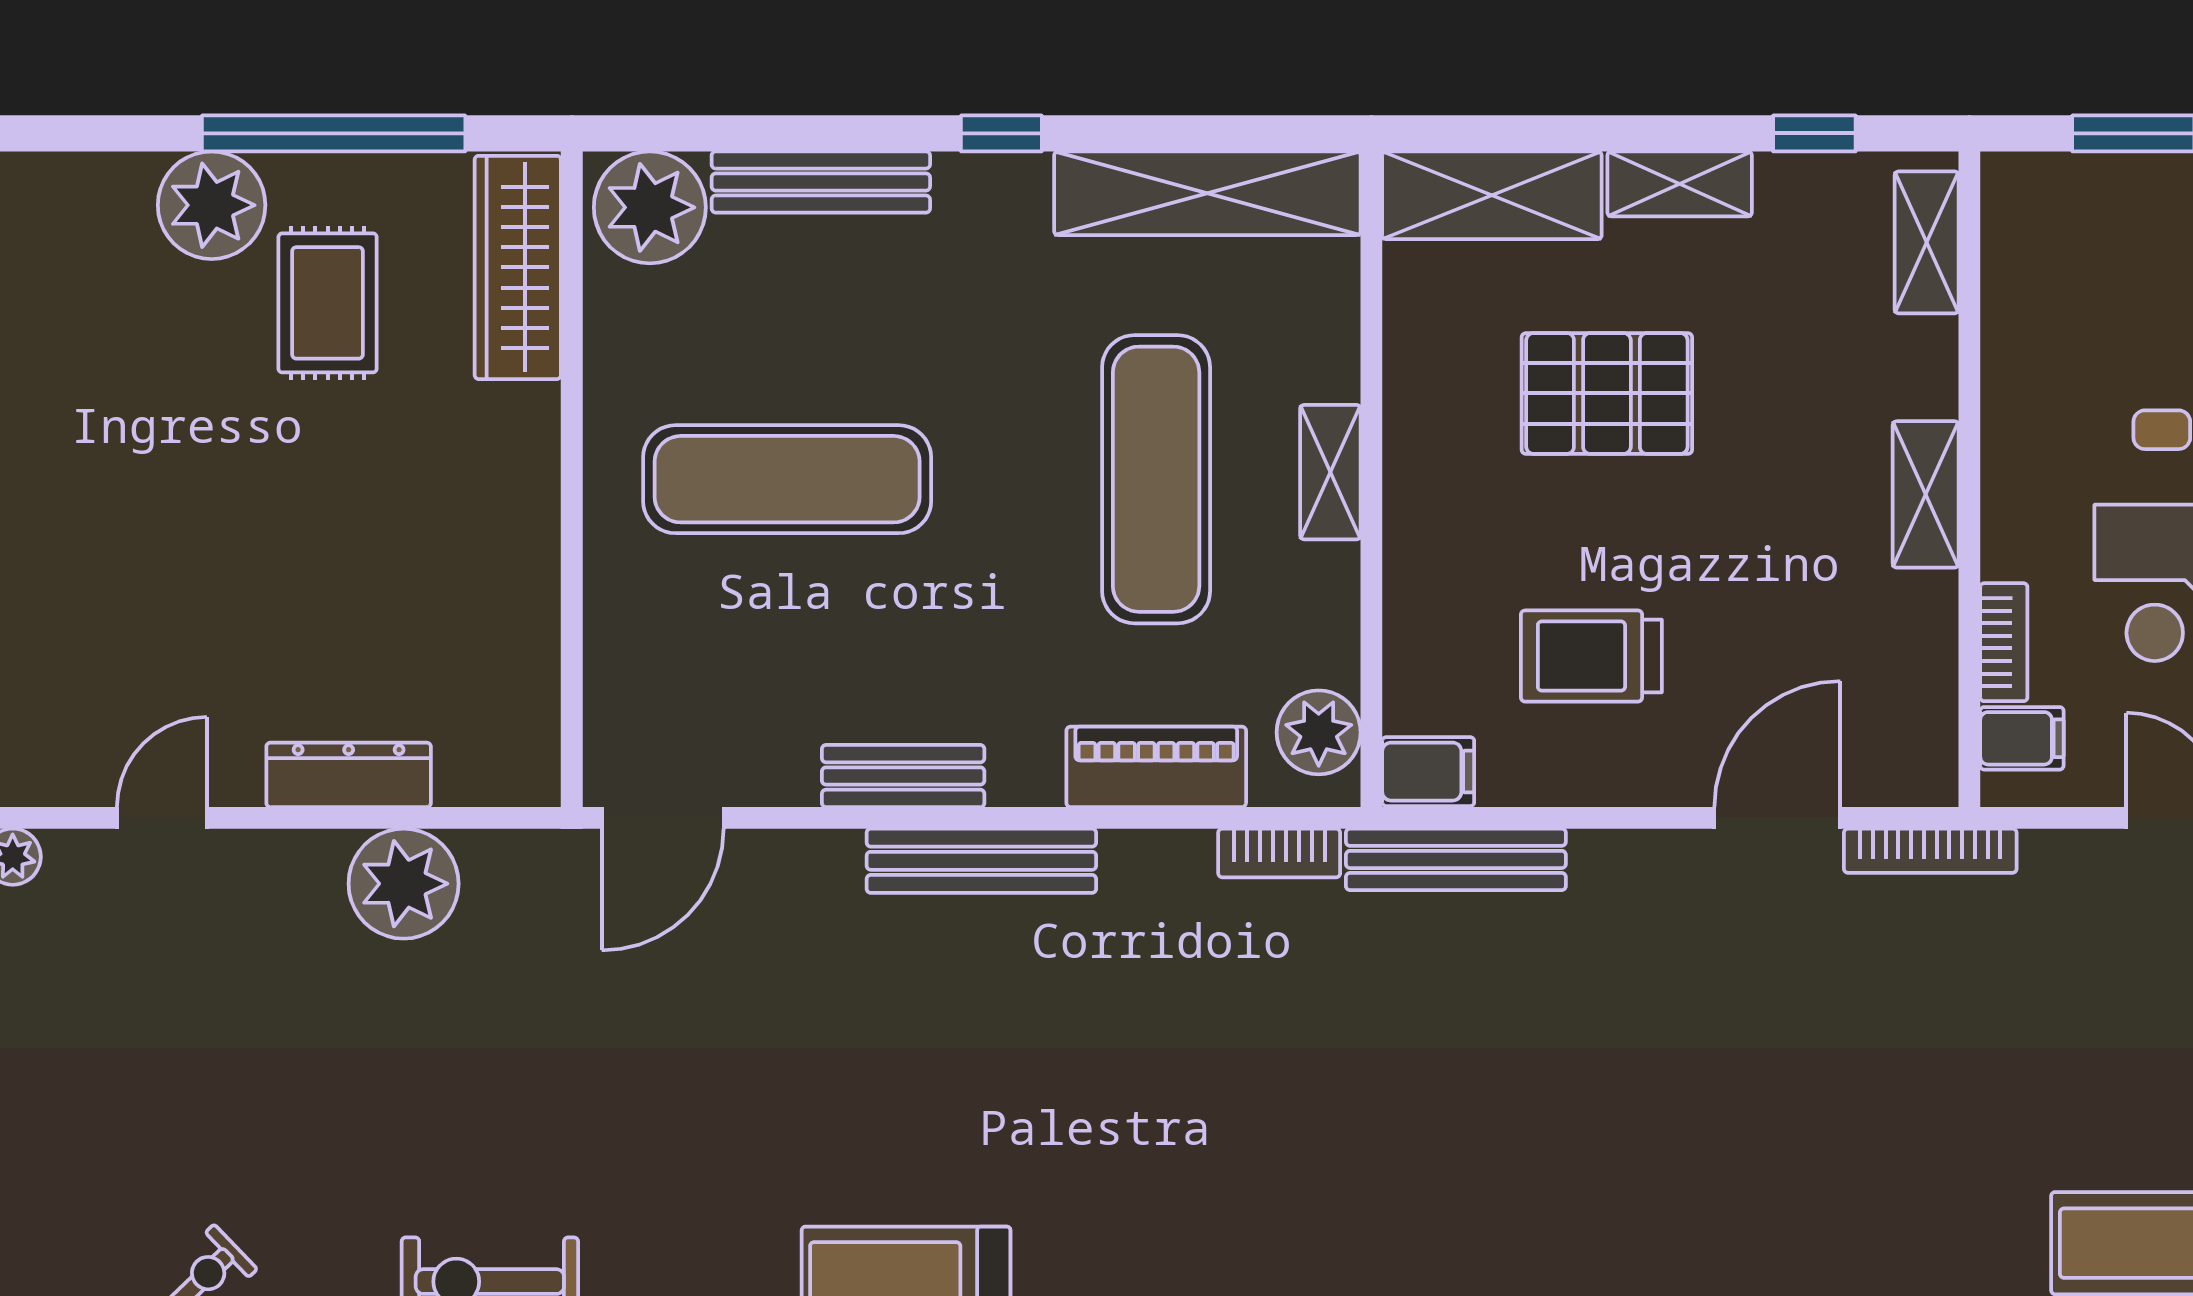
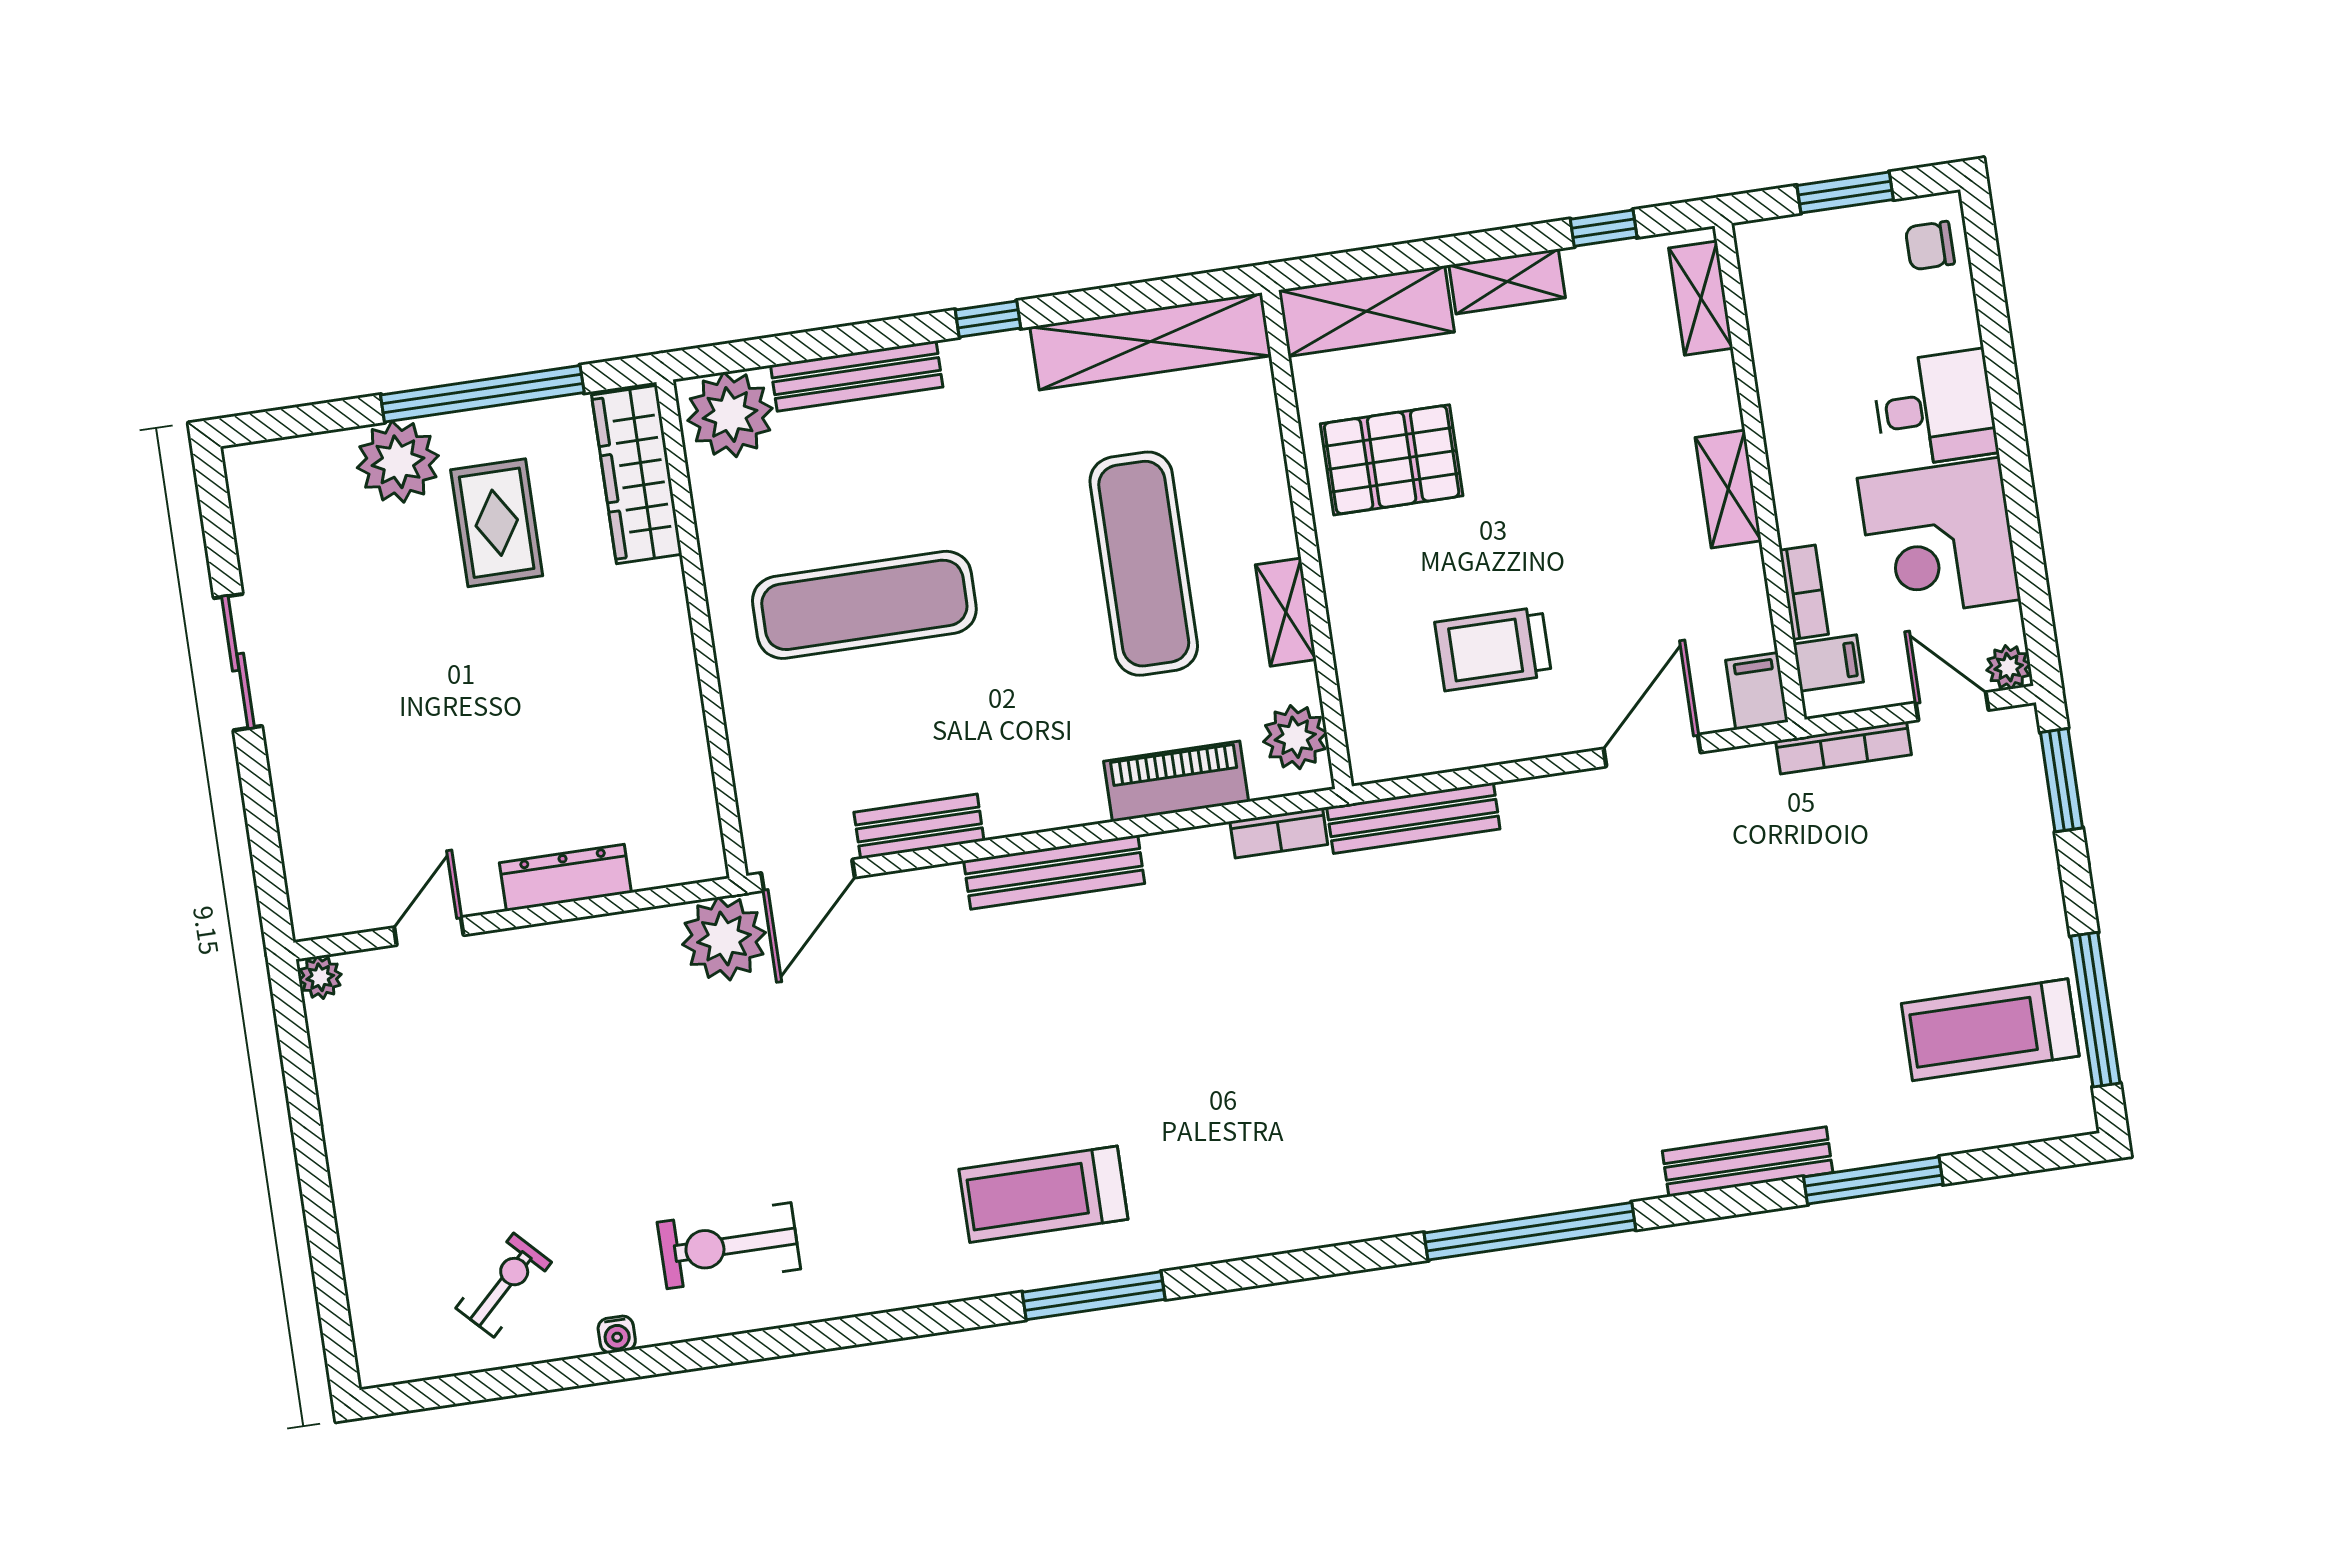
pallet: (1607, 393) -> (1392, 460), moved
shelving: (1330, 472) -> (1286, 612), moved
filing cabinet: (1428, 772) -> (1757, 691), moved, turned -90
bench: (903, 776) -> (919, 826), moved
bookcase: (1930, 851) -> (1843, 748), moved
plant: (404, 884) -> (724, 939), moved

